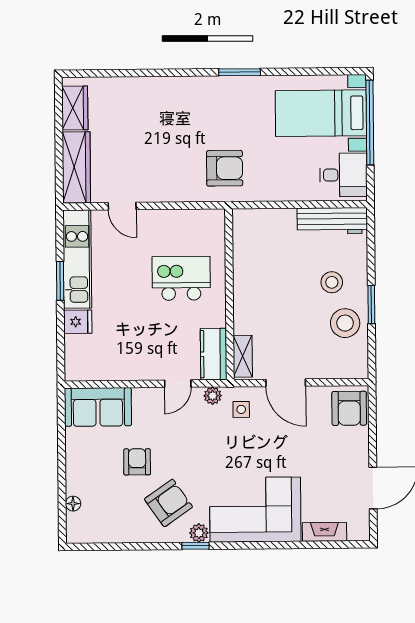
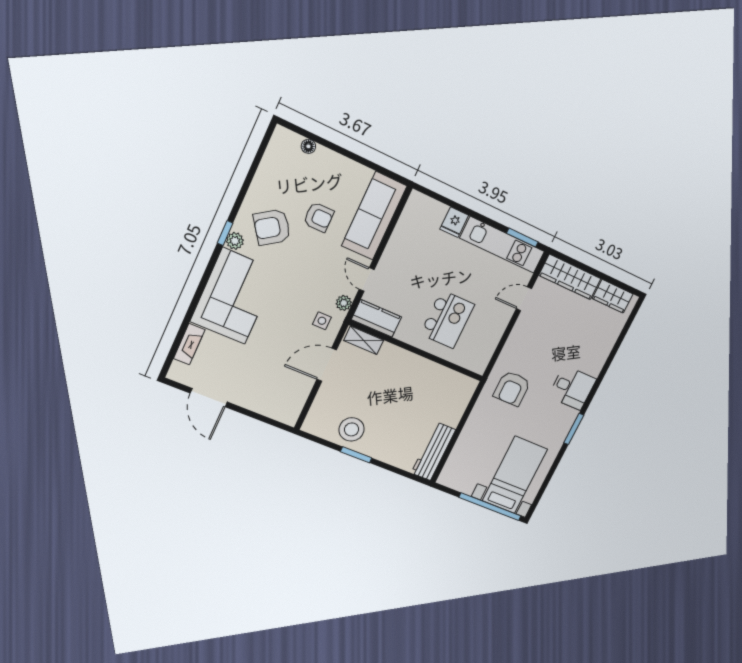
desk: (343, 175) -> (572, 388), moved, turned -90
window: (60, 281) -> (522, 238), moved
stool: (332, 282) -> (388, 432), removed
sofa: (98, 407) -> (374, 216), width x1.36
armchair: (349, 408) -> (283, 405), removed
armchair: (168, 503) -> (272, 227), turned 90

